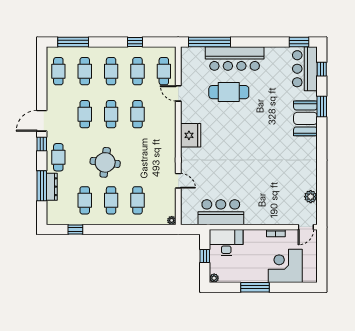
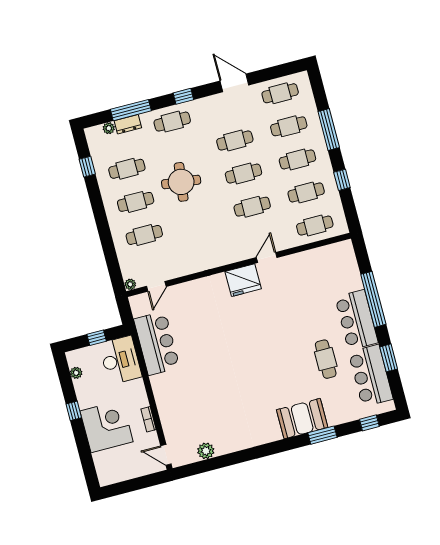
window: (73, 42) -> (329, 129), moved
window: (209, 42) -> (373, 299), moved
window: (299, 42) -> (389, 358), moved
bar counter: (235, 59) -> (356, 320), width x0.73
bar counter: (305, 69) -> (371, 376), moved, turned -90
cafe table: (229, 92) -> (326, 359), moved, width x0.73, depth x0.74
door: (178, 93) -> (267, 257), moved
door: (42, 121) -> (234, 83), moved
door: (178, 181) -> (156, 286), moved
dresser: (52, 187) -> (128, 124), width x0.70
plant: (51, 206) -> (109, 128), added
corner desk: (285, 266) -> (107, 426), moved
plant: (214, 278) -> (76, 373), moved
window: (255, 287) -> (74, 411), width x0.46

